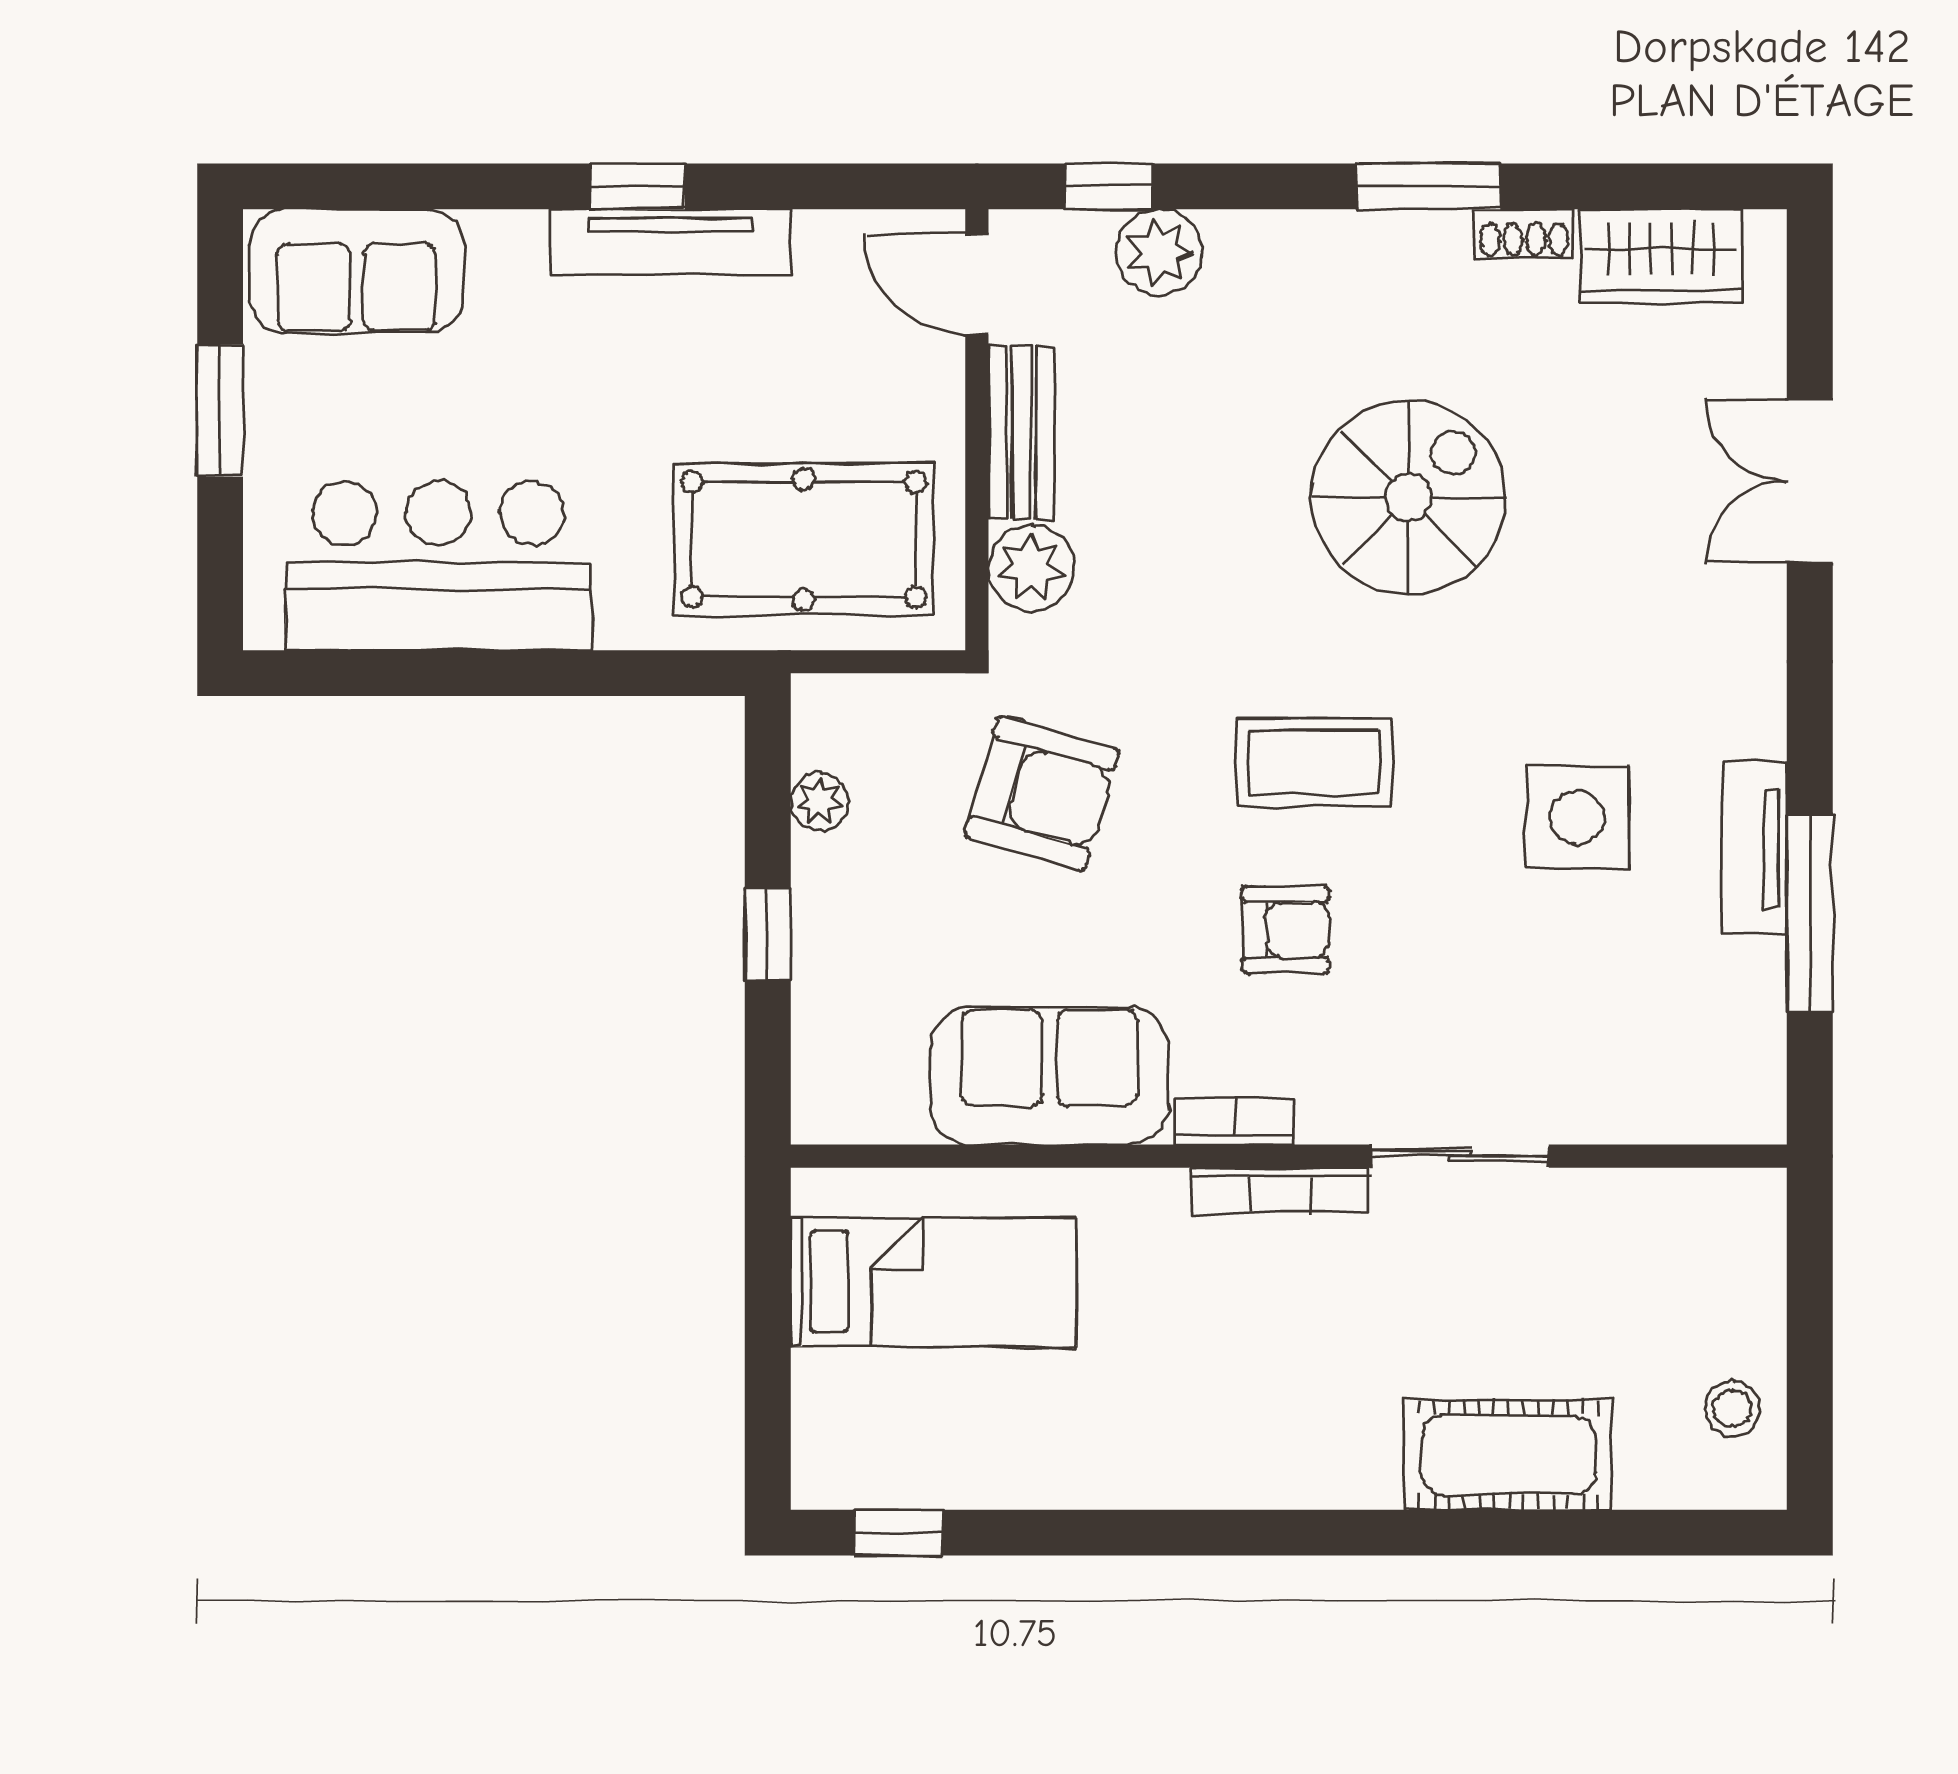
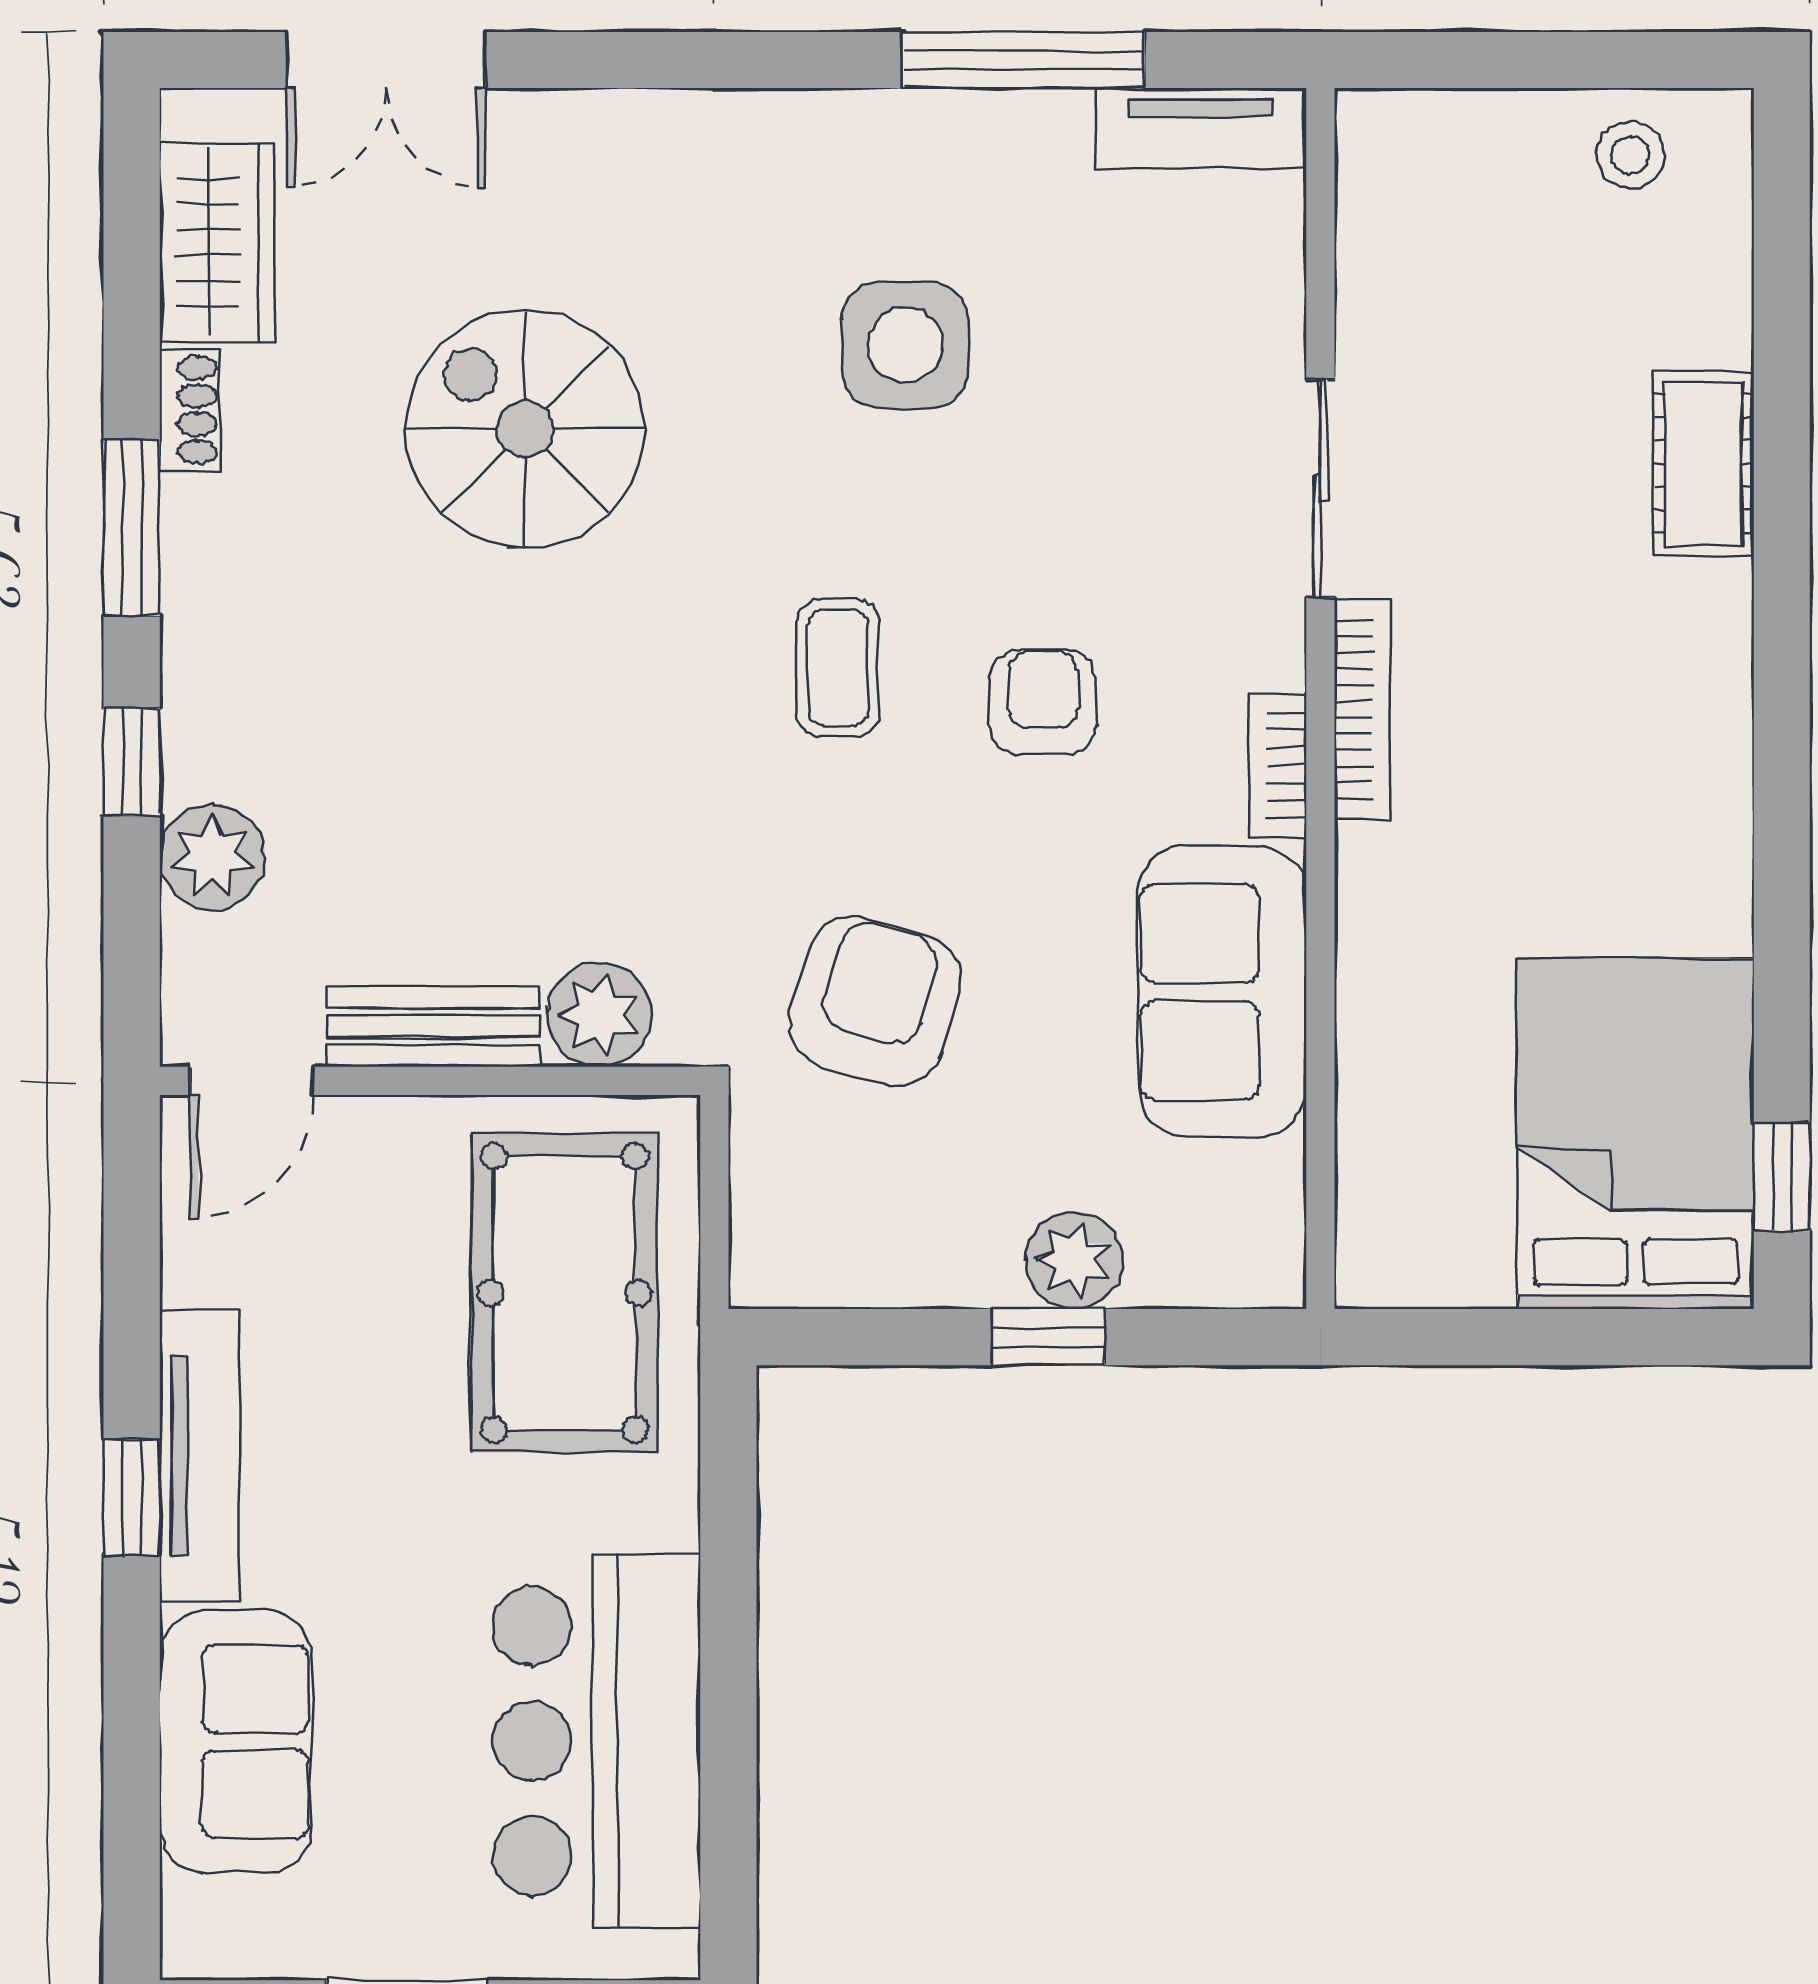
window: (1109, 186) -> (132, 762), moved
sofa: (357, 271) -> (235, 1741), moved
double door: (1810, 481) -> (386, 60), moved
spiral stairs: (1408, 497) -> (525, 429), moved
coffee table: (1314, 763) -> (838, 667), width x0.73, depth x0.77
plant: (820, 802) -> (1074, 1260), moved, width x1.38, depth x1.38
tv unit: (1754, 848) -> (1201, 128), moved
bed: (934, 1282) -> (1635, 1134), moved, width x1.50
cot: (1508, 1455) -> (1703, 464), width x0.73, depth x0.75

